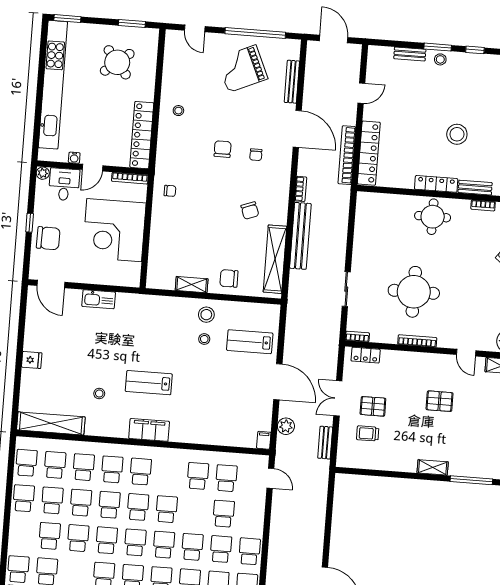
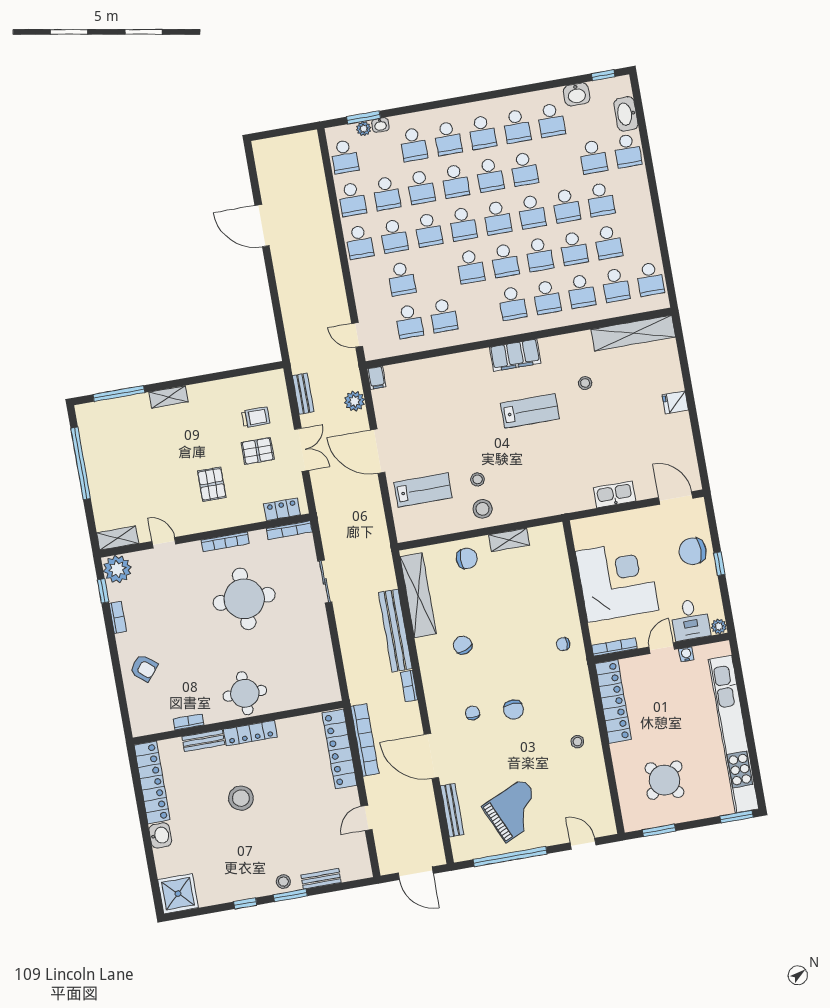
bookcase: (357, 337) -> (289, 530), width x1.56
pallet: (440, 401) -> (212, 484), moved, turned 90
school desk: (24, 498) -> (643, 236), removed

